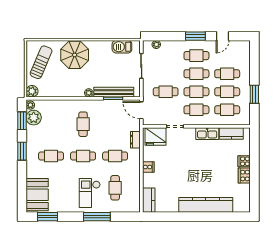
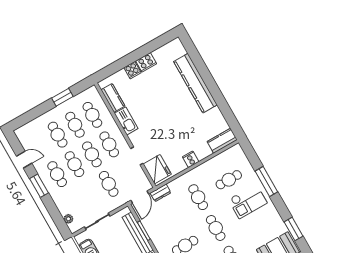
dresser: (135, 140) -> (160, 193), moved

